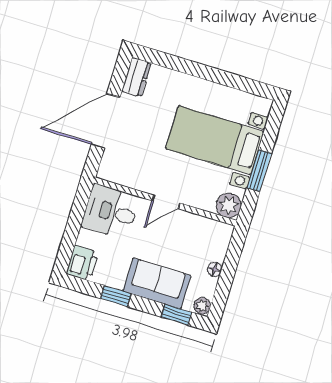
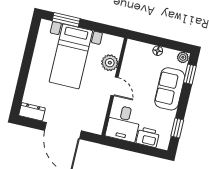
window: (259, 170) -> (66, 20), moved
plant: (229, 206) -> (110, 63), moved
printer: (82, 263) -> (148, 137), moved
window: (116, 296) -> (177, 128), moved

